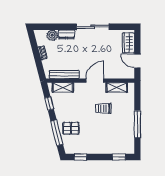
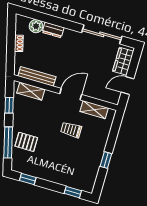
sliding door: (93, 27) -> (102, 34), moved
door: (137, 61) -> (128, 86), hinge flipped
window: (137, 124) -> (106, 160), width x0.46

